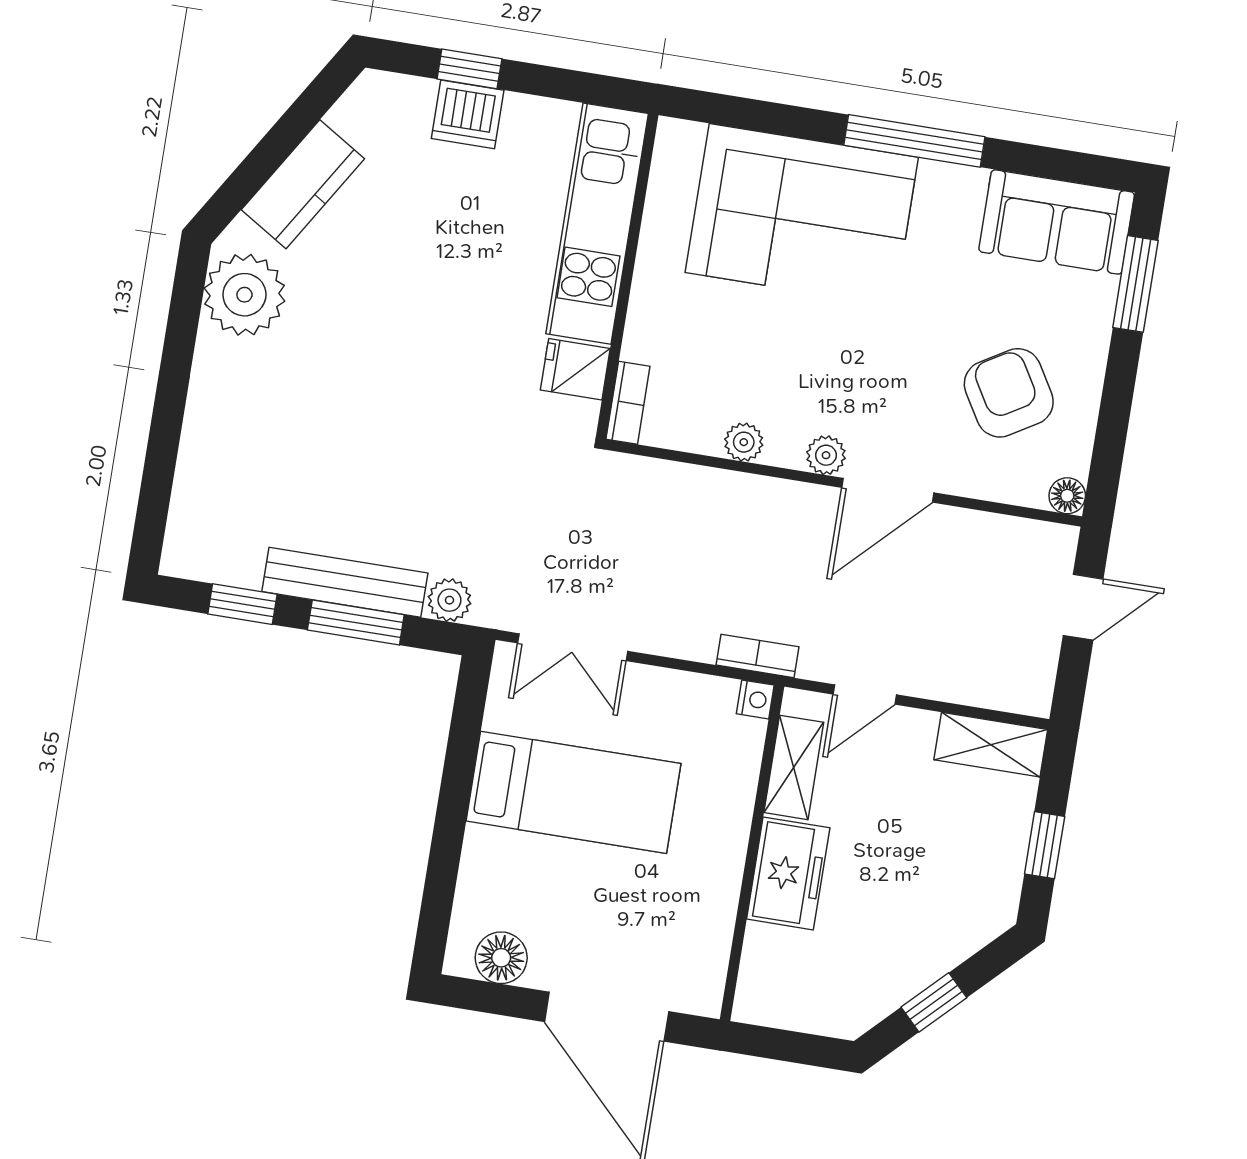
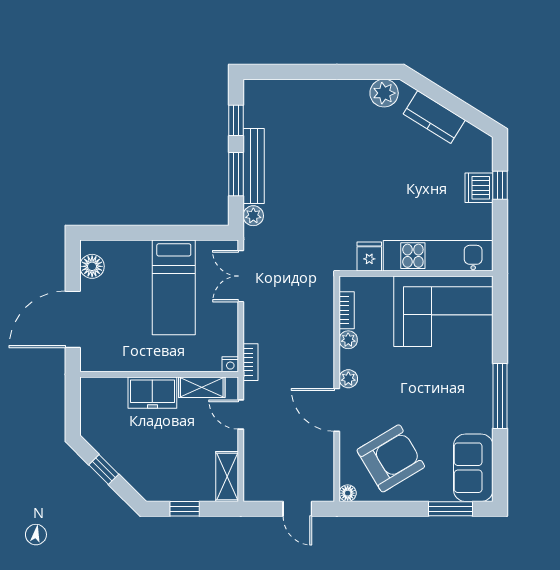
corner sofa: (802, 215) -> (443, 311), moved, turned -90
plant: (244, 295) -> (384, 93), width x0.73, depth x0.73
armchair: (1009, 393) -> (391, 458), width x1.36, depth x1.36
bookcase: (628, 403) -> (347, 310), moved, turned -90

